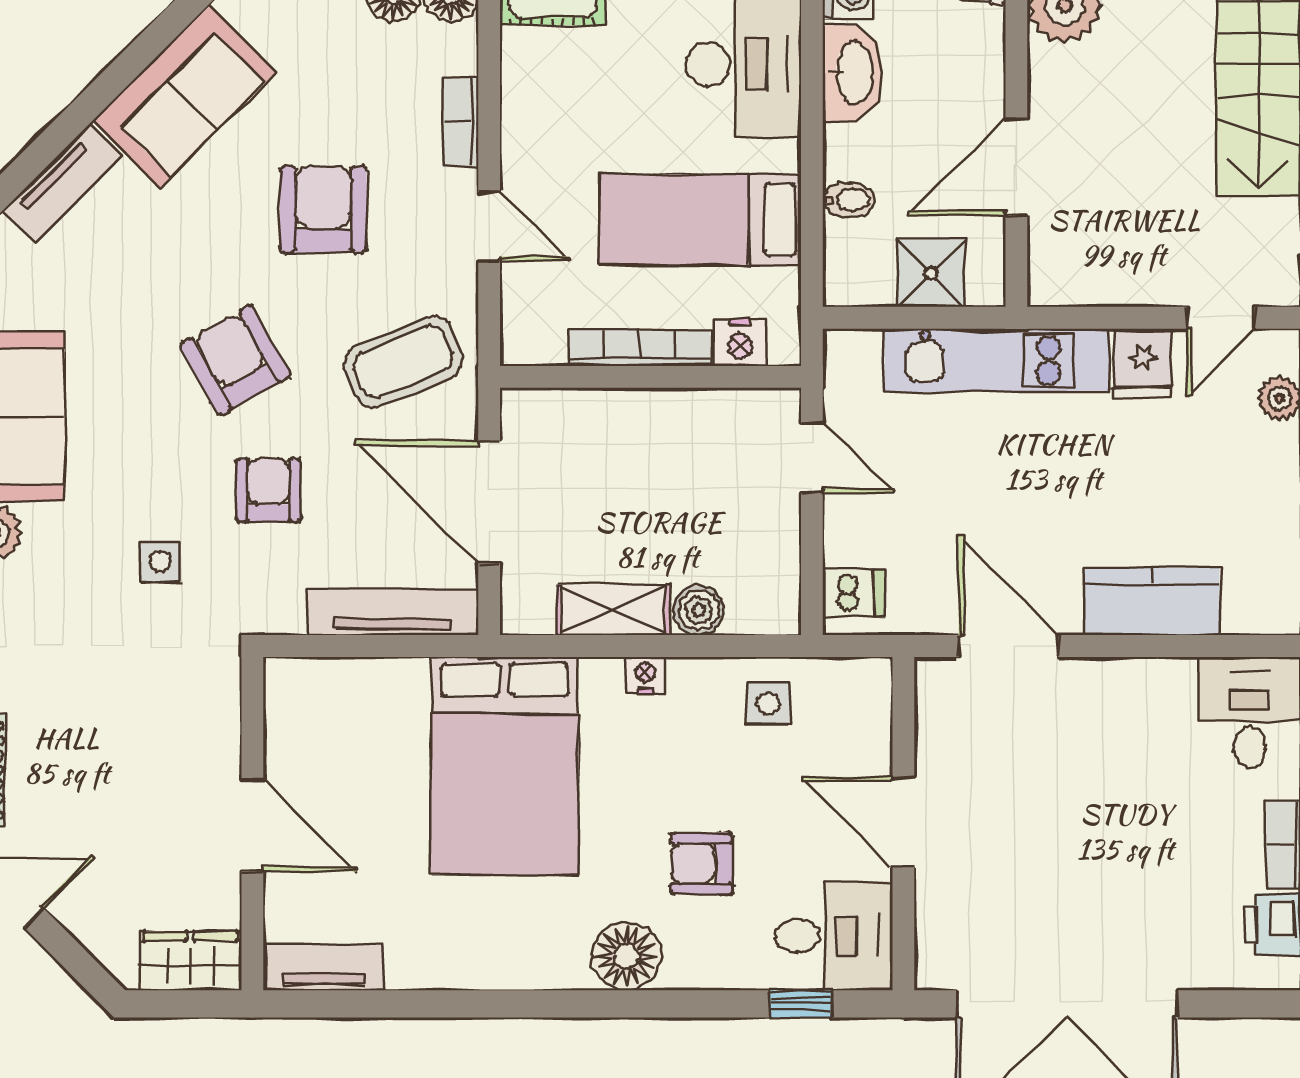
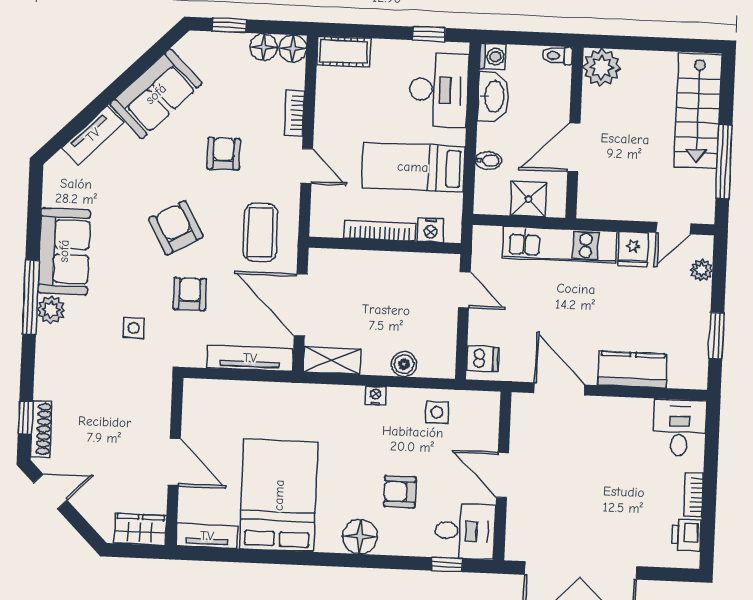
armchair: (323, 209) -> (224, 154), width x0.72, depth x0.72
coffee table: (403, 362) -> (261, 232), turned -68
shelving: (613, 610) -> (332, 361), moved
bed: (505, 766) -> (279, 495), moved, turned 180

